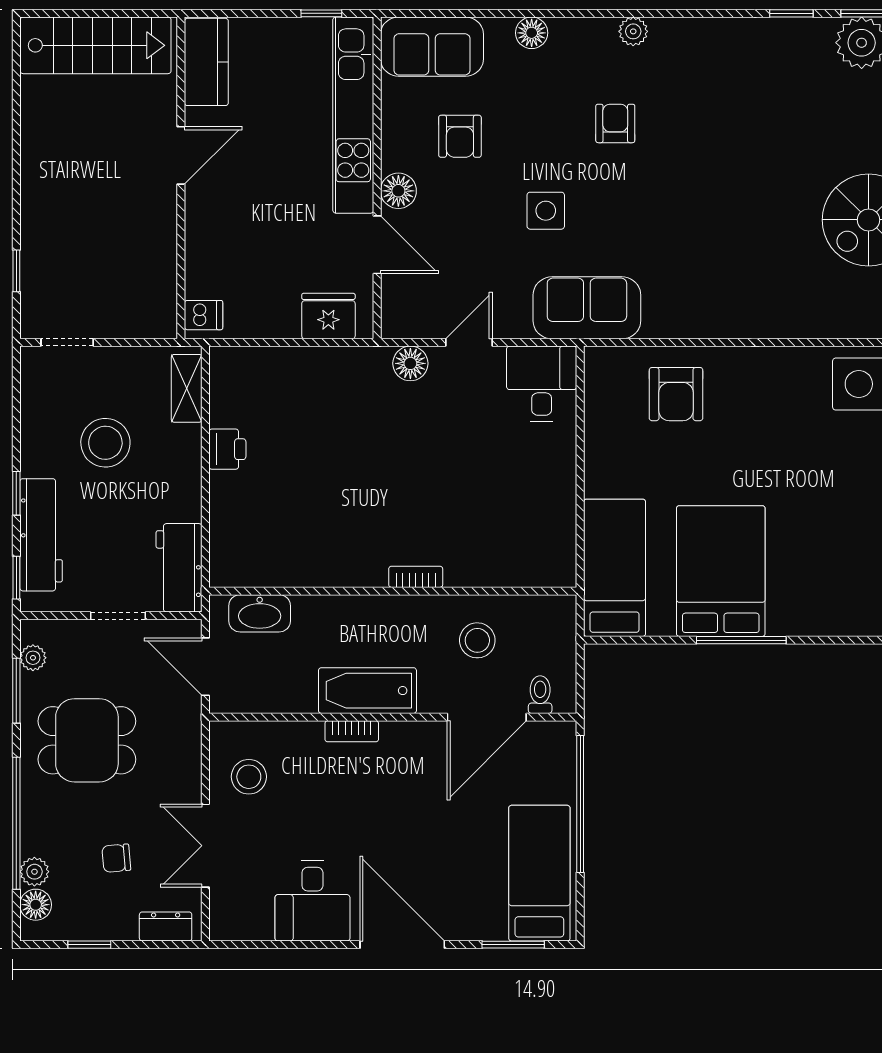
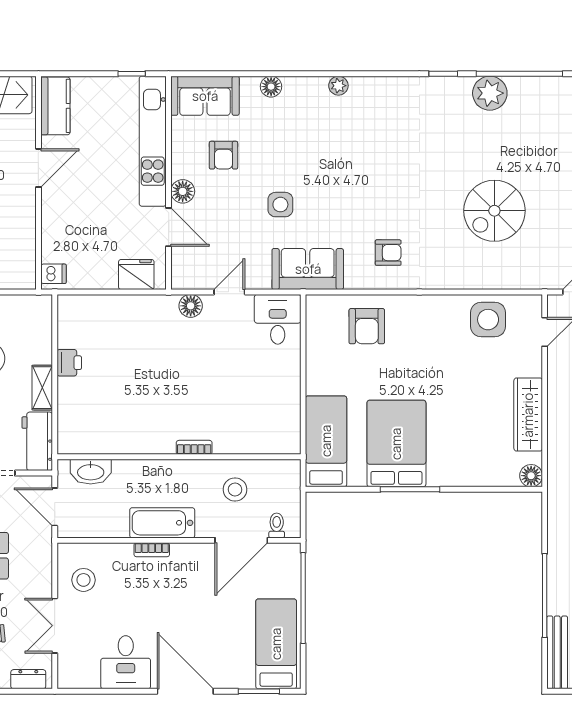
armchair: (615, 123) -> (388, 253), moved, turned 90
shelving: (187, 388) -> (42, 388), moved

